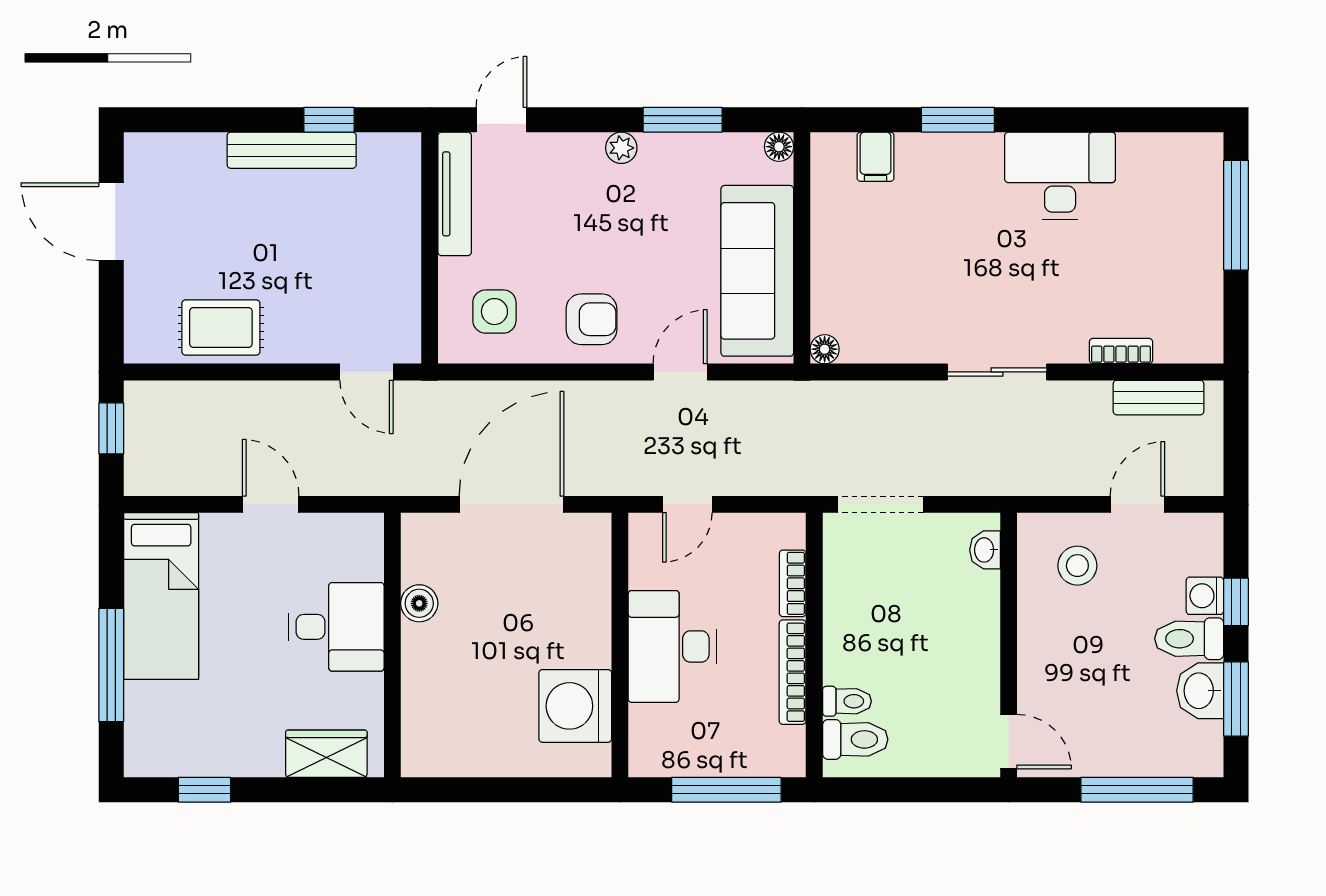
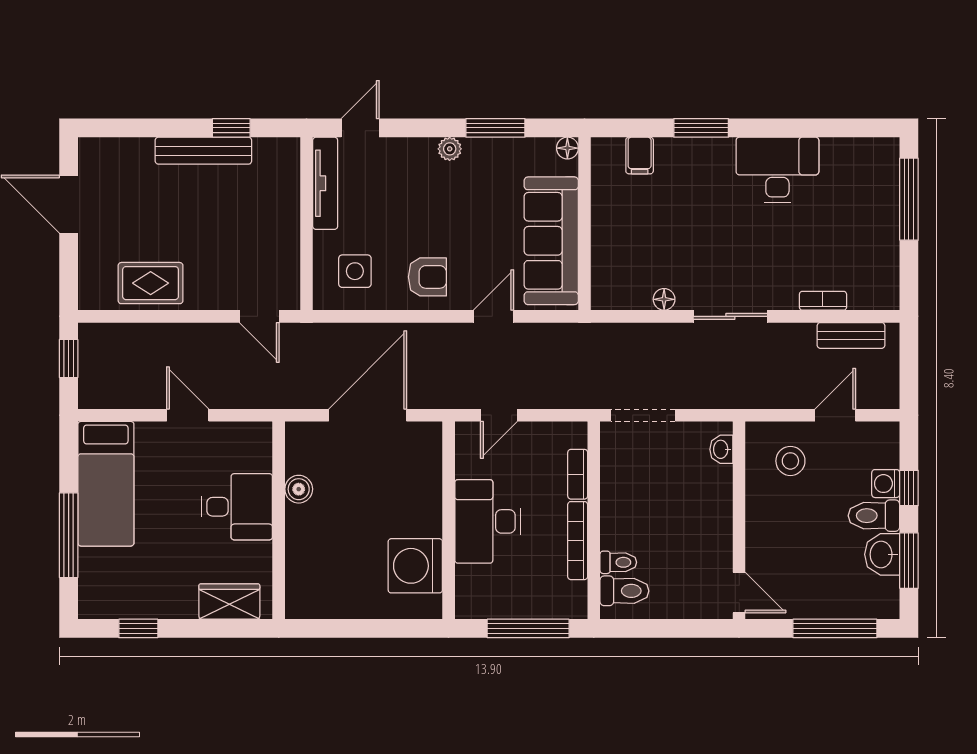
floor lamp: (825, 349) -> (664, 299), moved

